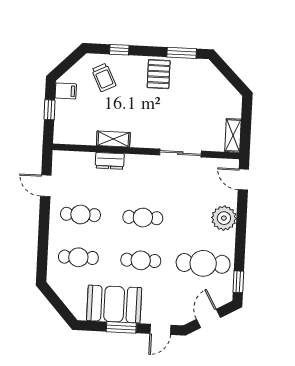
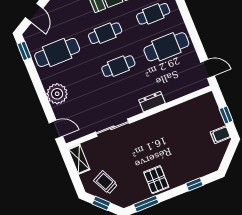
window: (231, 76) -> (101, 203), added
trolley: (104, 77) -> (106, 182), moved
shelving: (113, 139) -> (168, 115), removed
dresser: (110, 161) -> (152, 102), moved
door: (46, 186) -> (208, 69), moved
cafe table: (80, 214) -> (166, 47), width x1.37, depth x1.35

